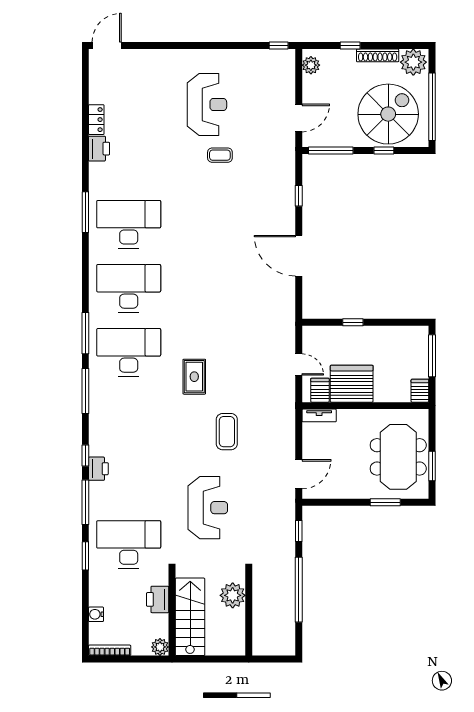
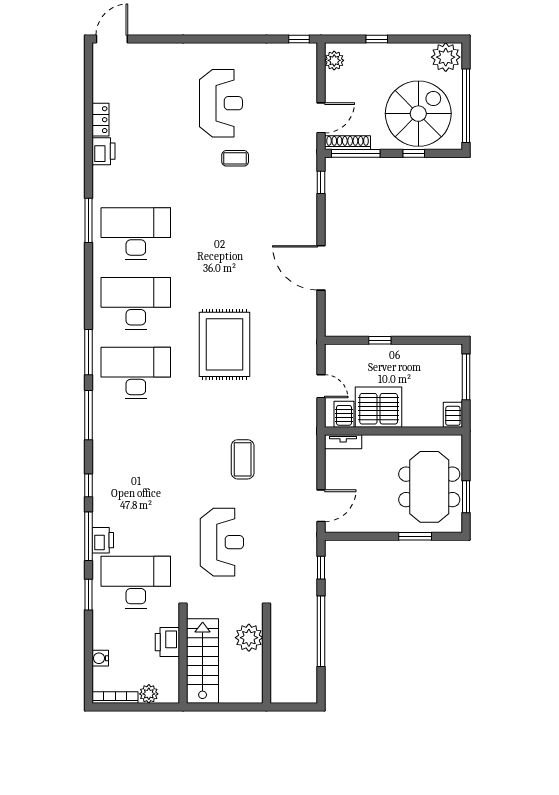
shoe rack: (378, 55) -> (347, 143), moved, turned 180
window: (299, 196) -> (321, 182), moved
rug: (194, 377) -> (225, 344), moved, width x1.86, depth x2.06
printer: (98, 469) -> (103, 540), moved
plant: (160, 647) -> (149, 694), moved

